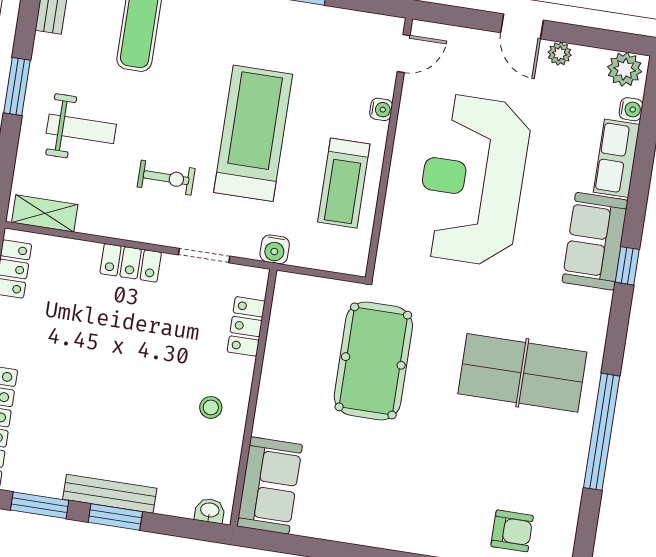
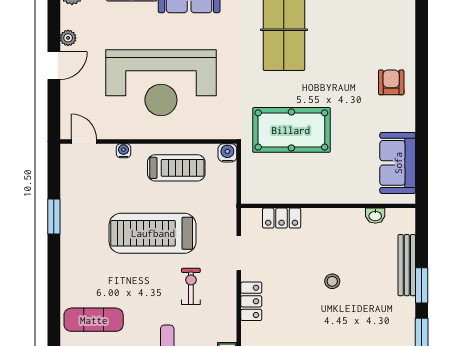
water cooler: (275, 249) -> (227, 153), moved, turned -90
stool: (211, 407) -> (332, 281), moved
sofa: (270, 485) -> (398, 163), moved, turned -90
bench: (110, 494) -> (407, 265), moved
washbasin: (210, 511) -> (375, 216), moved, turned -90
armchair: (512, 531) -> (391, 82), moved

